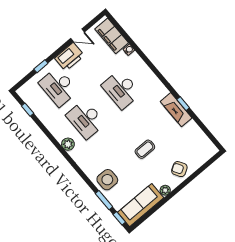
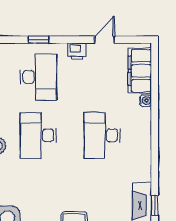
door: (78, 35) -> (104, 40), swing flipped
printer: (69, 57) -> (77, 51), width x0.53, depth x0.68
desk: (58, 87) -> (38, 77), turned 180

